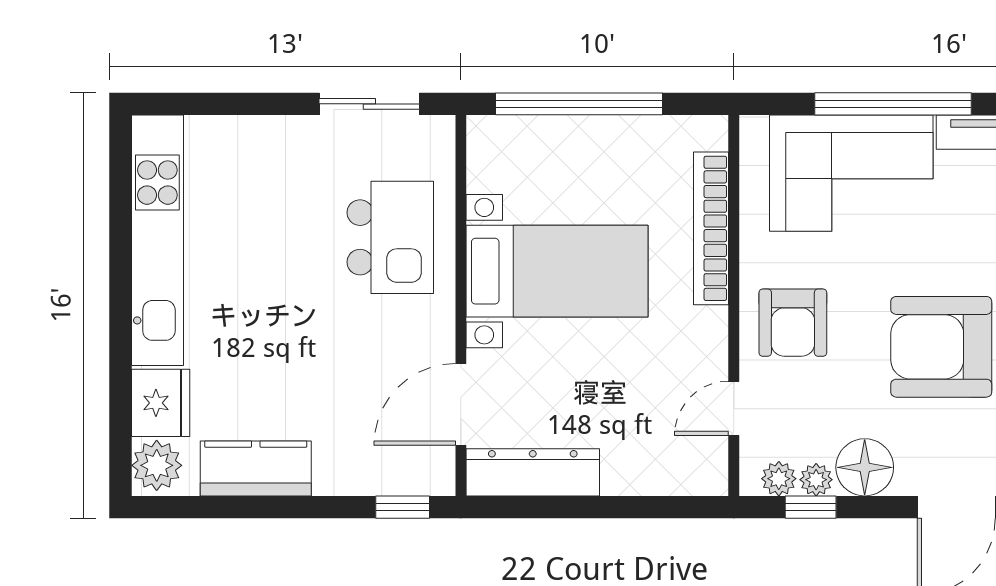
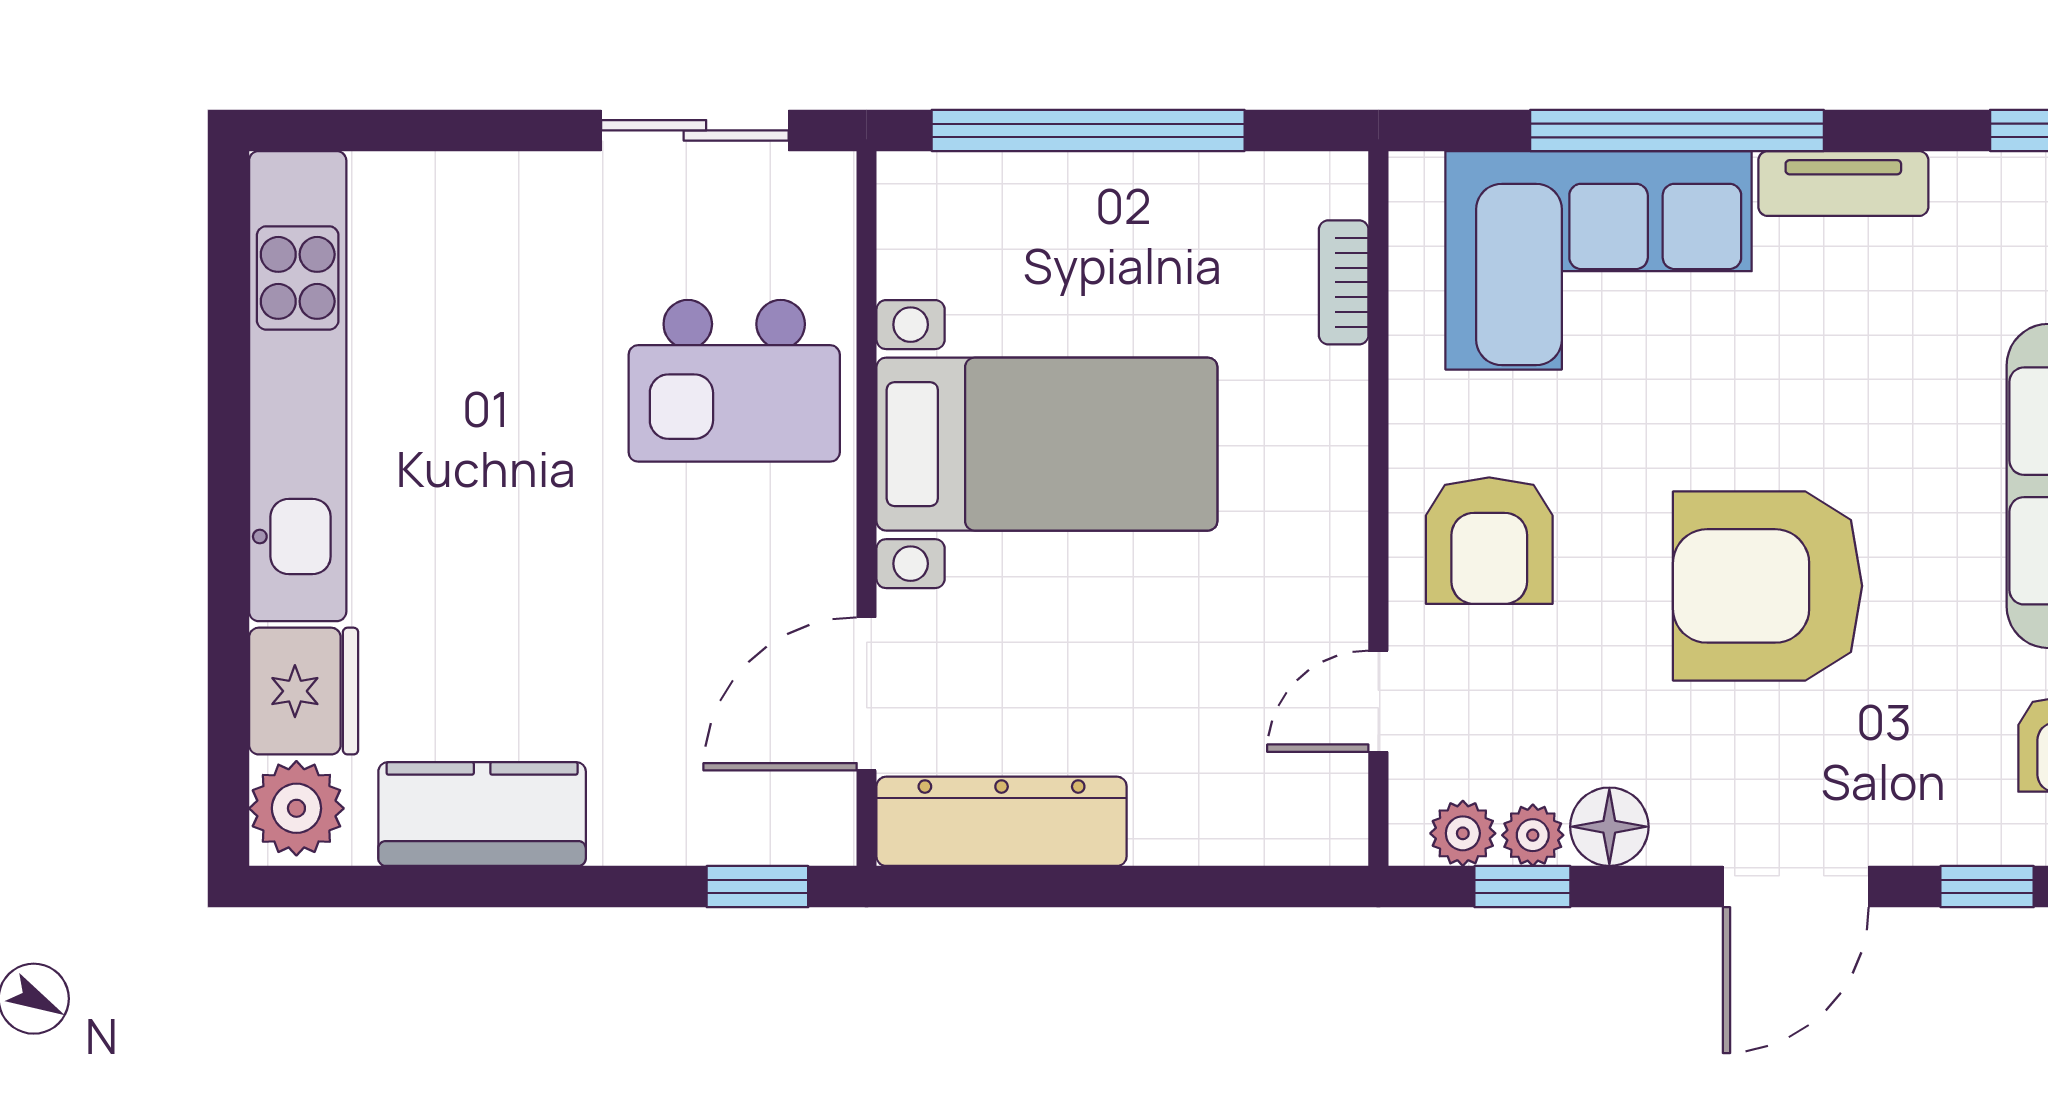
bookcase: (711, 228) -> (1344, 282), width x0.43, depth x0.76
kitchen island: (390, 237) -> (734, 381), turned 90
floor lamp: (865, 467) -> (1609, 827), width x0.73, depth x0.73

